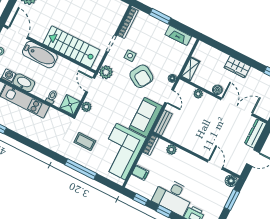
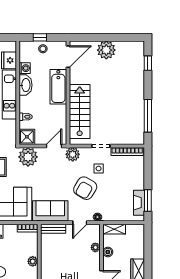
window: (160, 16) -> (148, 200), moved
boiler: (217, 90) -> (108, 252), moved
plant: (86, 107) -> (28, 157), width x1.87, depth x1.87
plant: (171, 150) -> (33, 261), moved

